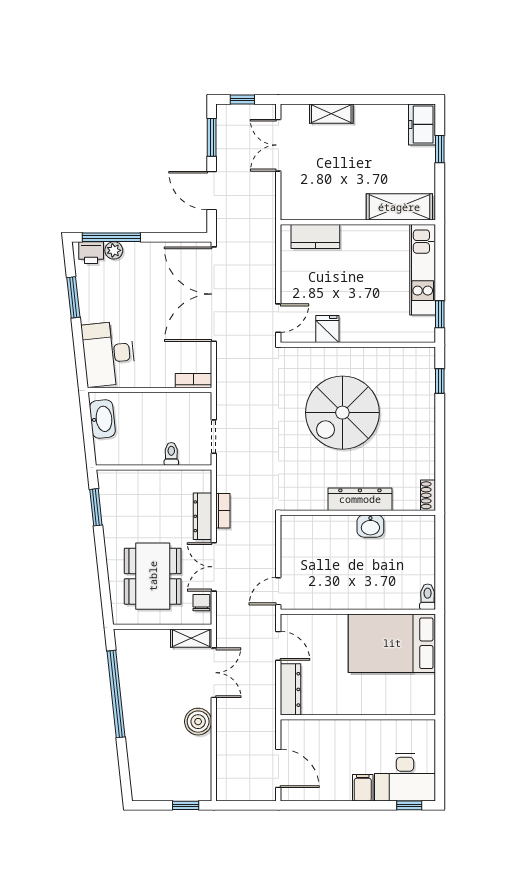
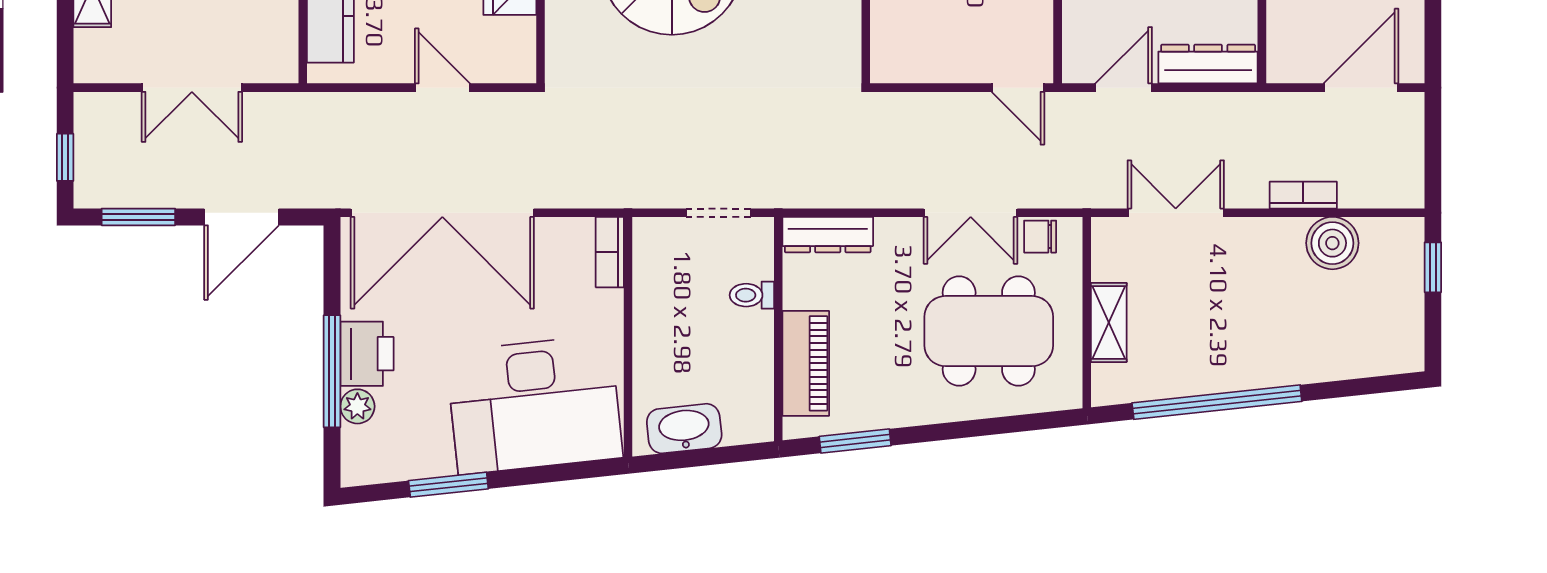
double door: (278, 145) -> (192, 88), moved
window: (111, 237) -> (332, 371), moved
printer: (91, 253) -> (367, 354), moved, width x1.36, depth x1.24
door: (278, 318) -> (442, 88), moved
desk: (109, 354) -> (534, 405), width x1.36, depth x1.30
piano: (136, 482) -> (806, 363), added
bookcase: (223, 511) -> (1303, 195), moved
dresser: (202, 516) -> (828, 235), moved
shelving: (191, 638) -> (1109, 322), moved
boiler: (198, 722) -> (1332, 243), moved

